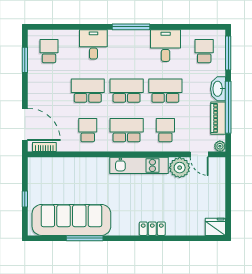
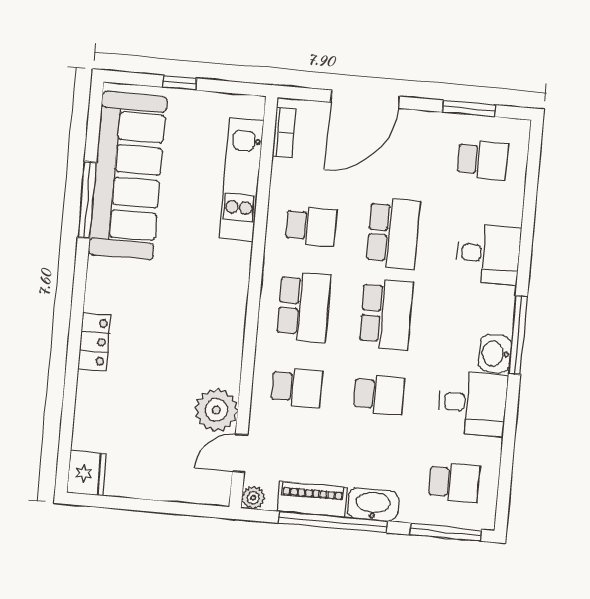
washbasin: (141, 37) -> (495, 353), added
school desk: (165, 91) -> (379, 395), width x0.54
door: (25, 124) -> (365, 99), moved
kitchen unit: (139, 165) -> (241, 180), moved

